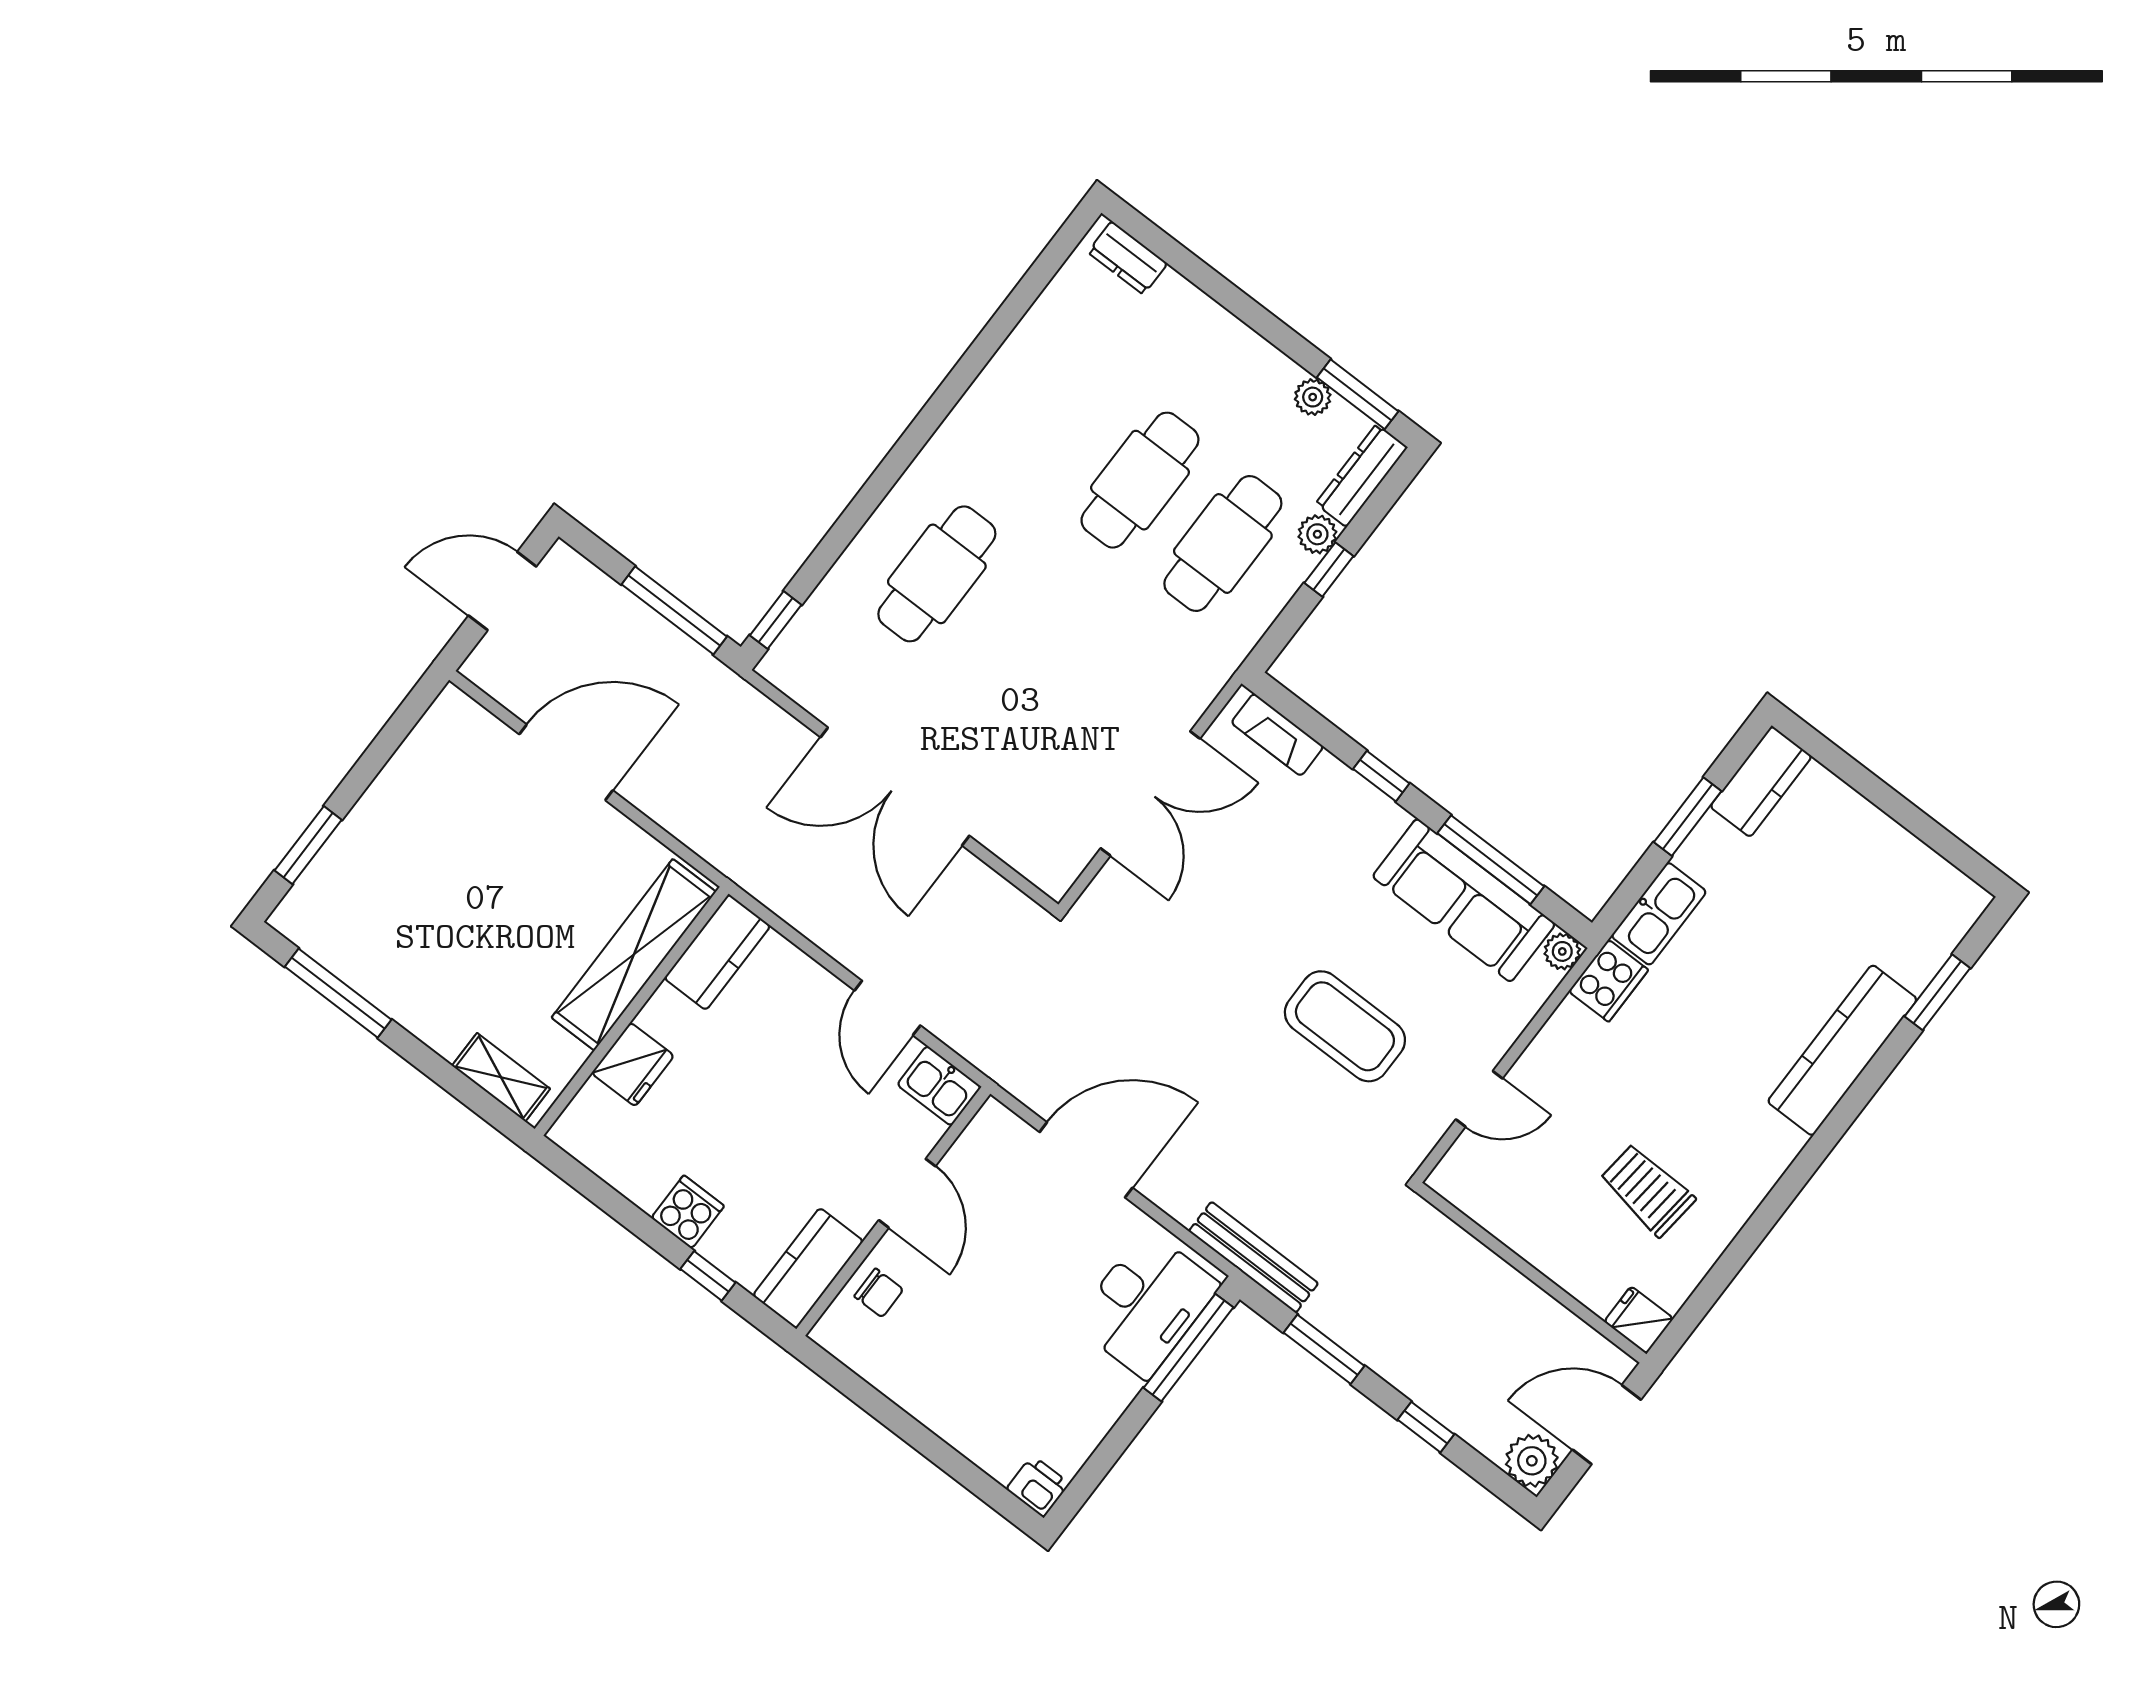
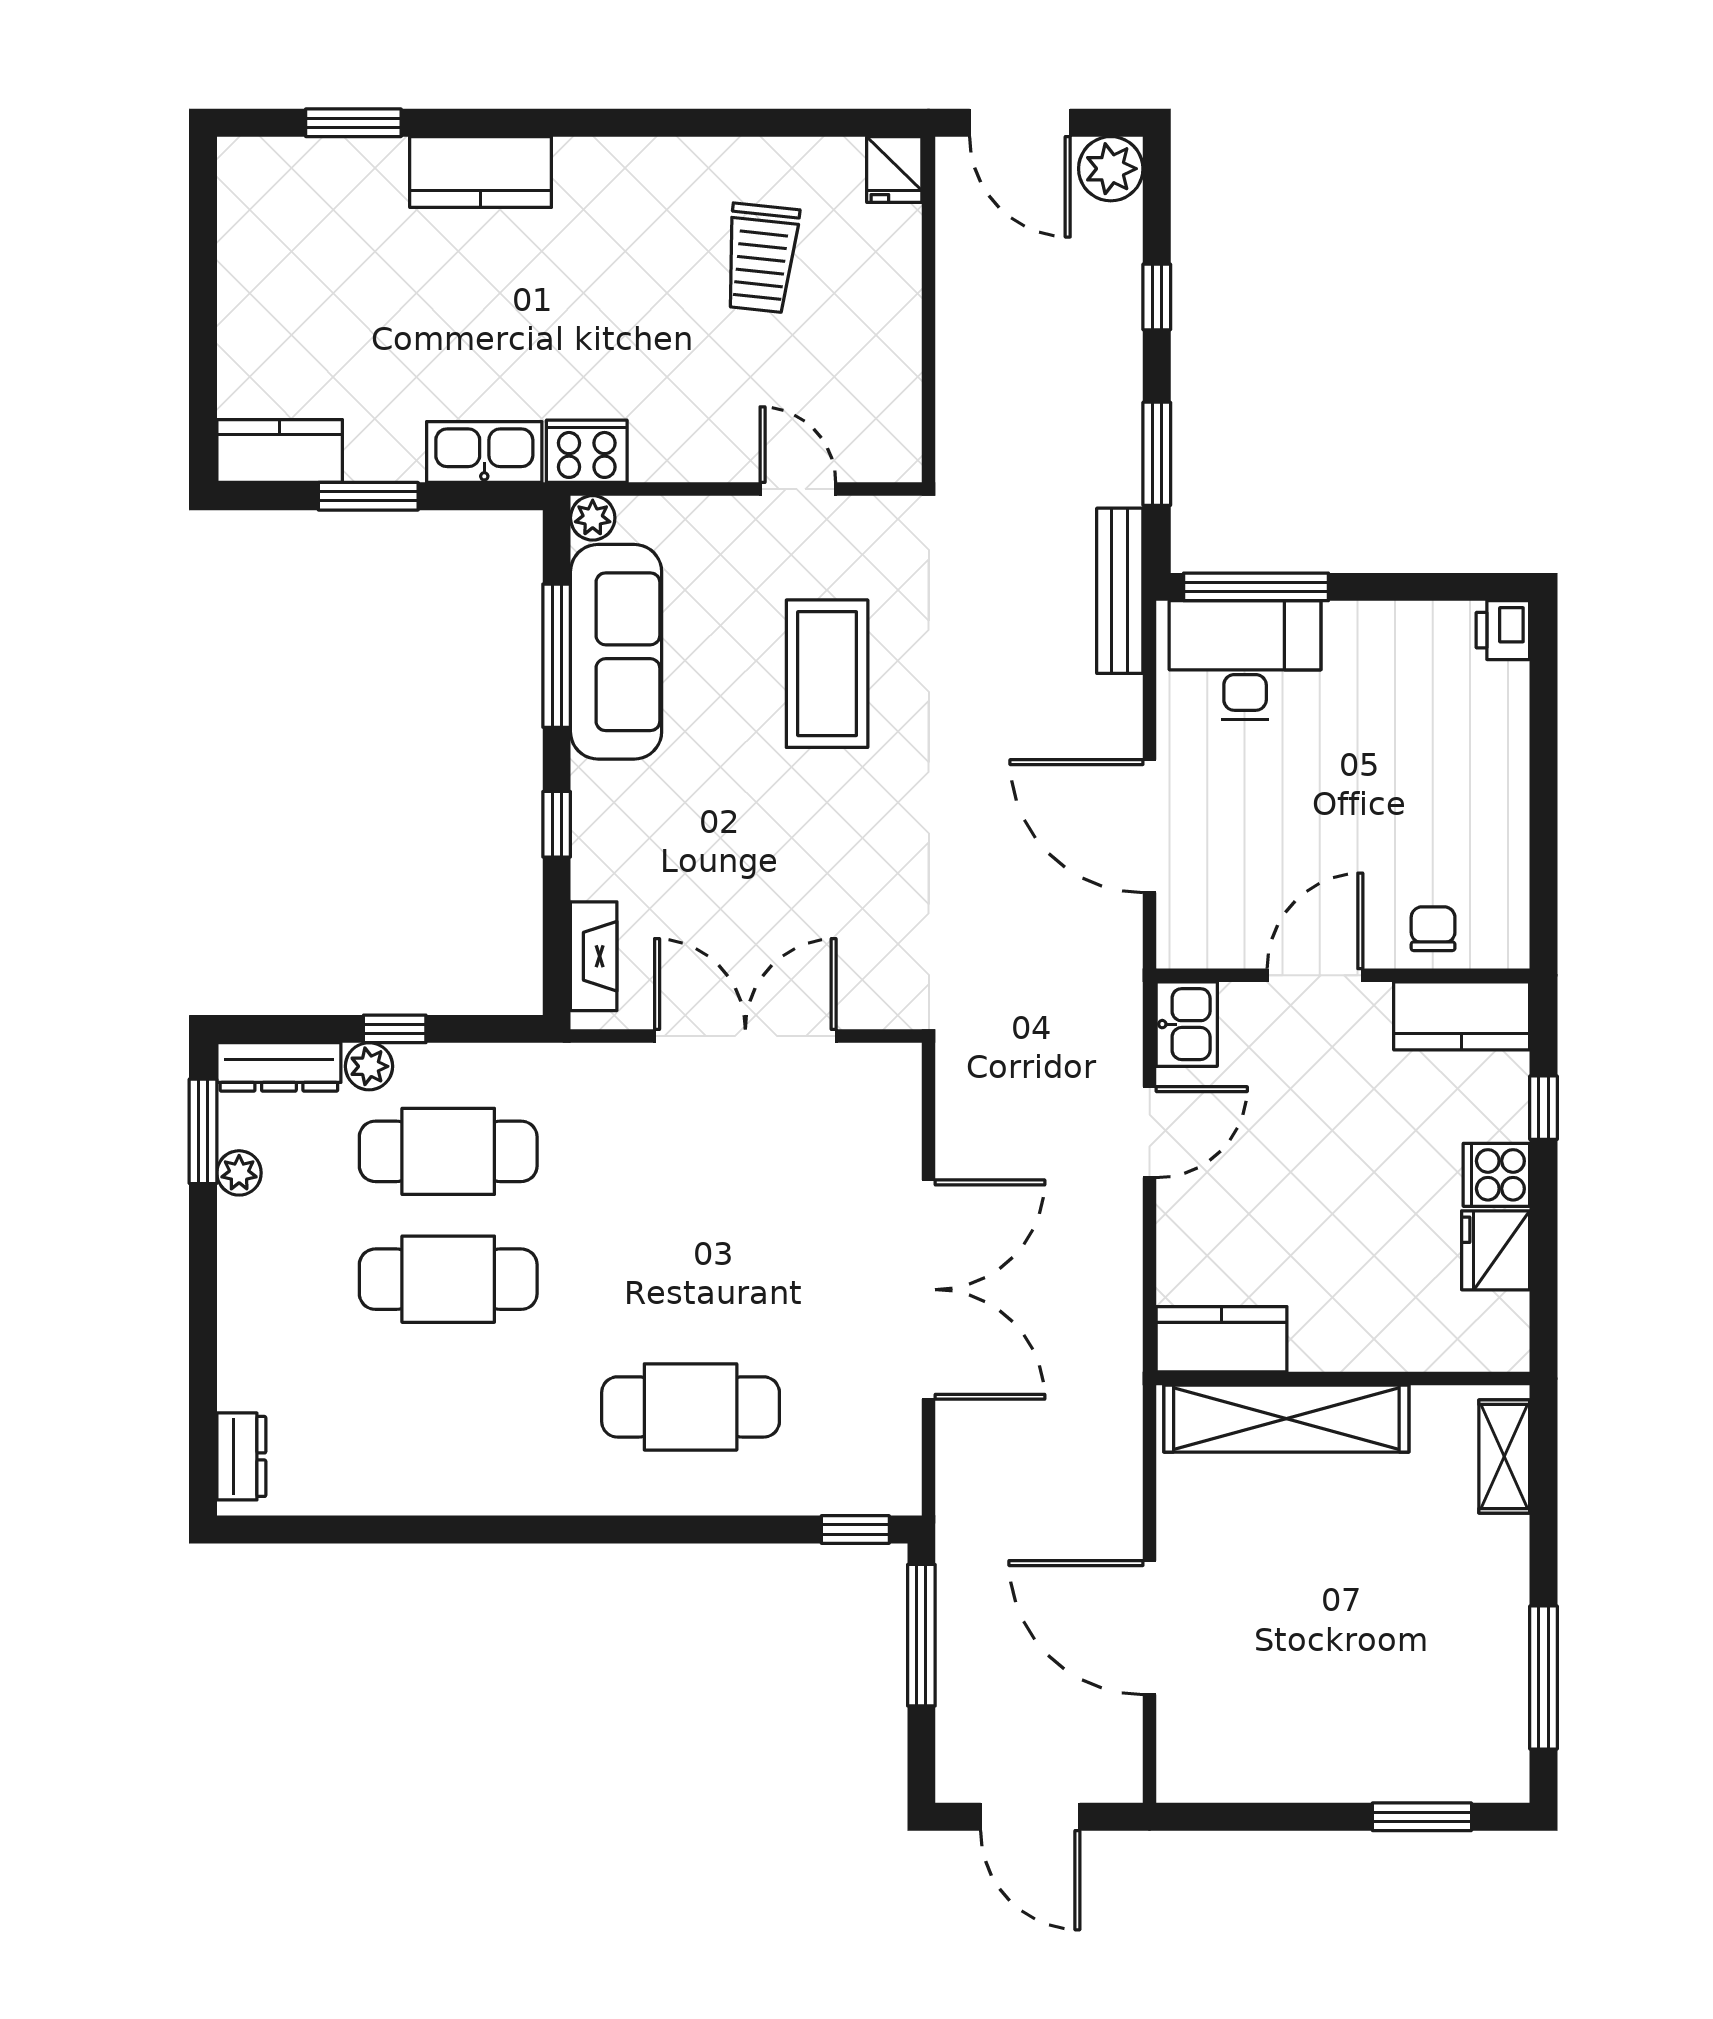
kitchen counter: (1842, 1050) -> (481, 172), width x0.67
fridge: (633, 1064) -> (1496, 1250), moved, turned -90

